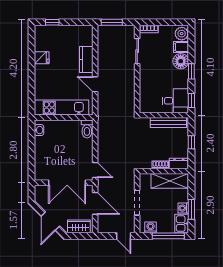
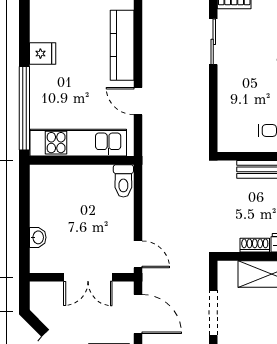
kitchen counter: (86, 60) -> (122, 45), width x1.50
window: (31, 88) -> (24, 108), added
washbasin: (39, 130) -> (38, 237), moved
double door: (67, 183) -> (88, 277), width x0.73

